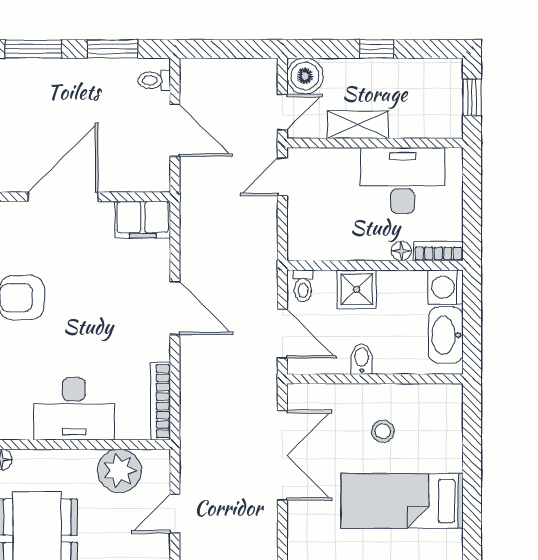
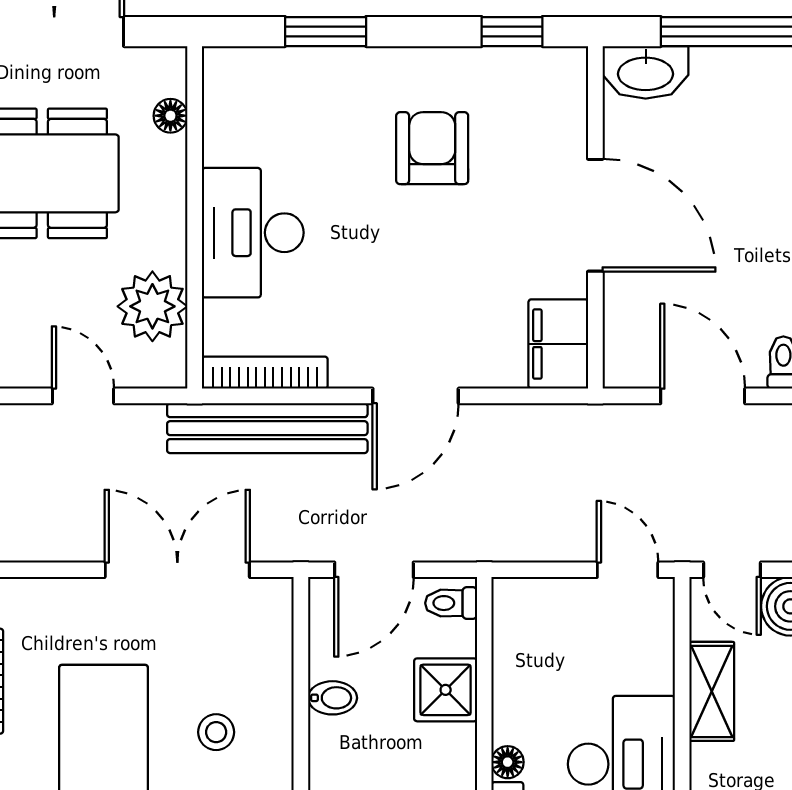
door: (175, 130) -> (703, 396), swing flipped
bench: (195, 400) -> (267, 428), added
double door: (282, 455) -> (177, 570), swing flipped

